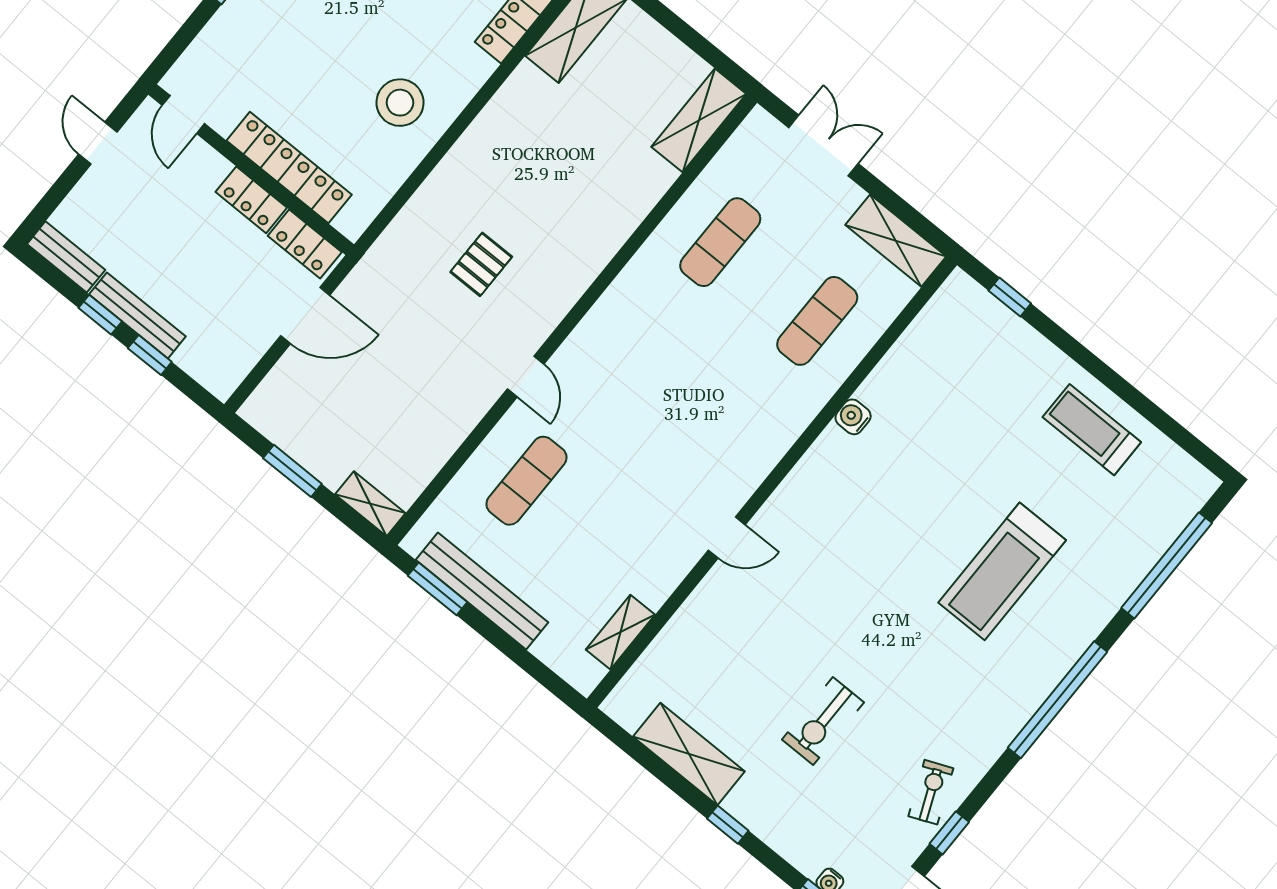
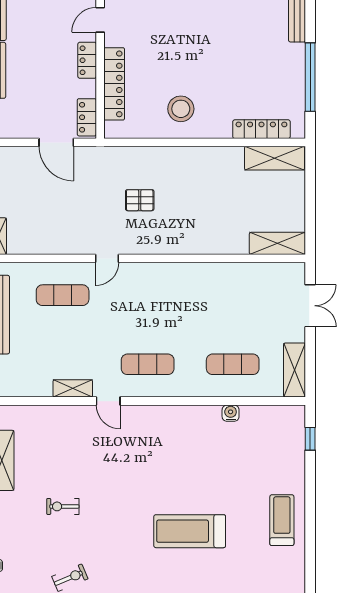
locker: (251, 200) -> (87, 60), moved
exercise mat: (720, 242) -> (148, 364), moved
water cooler: (853, 417) -> (231, 413), moved
shelving: (620, 632) -> (73, 388), moved
exercise bike: (823, 721) -> (63, 506), width x0.73, depth x0.72

